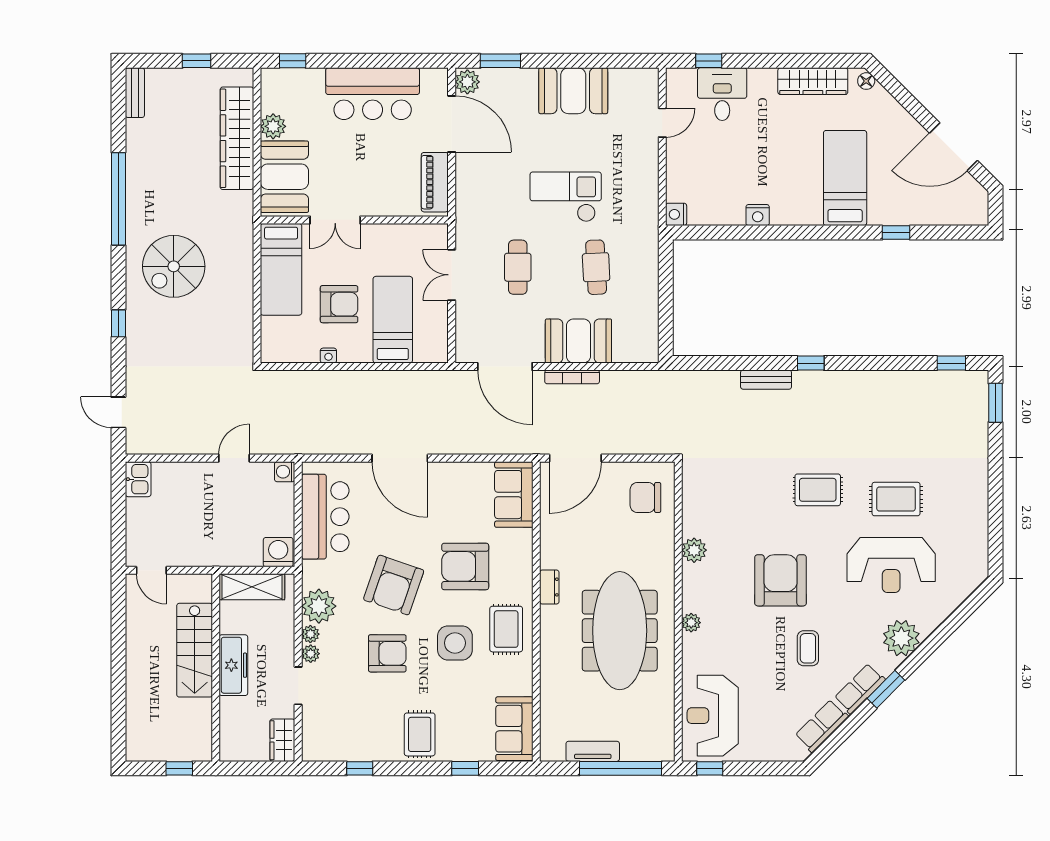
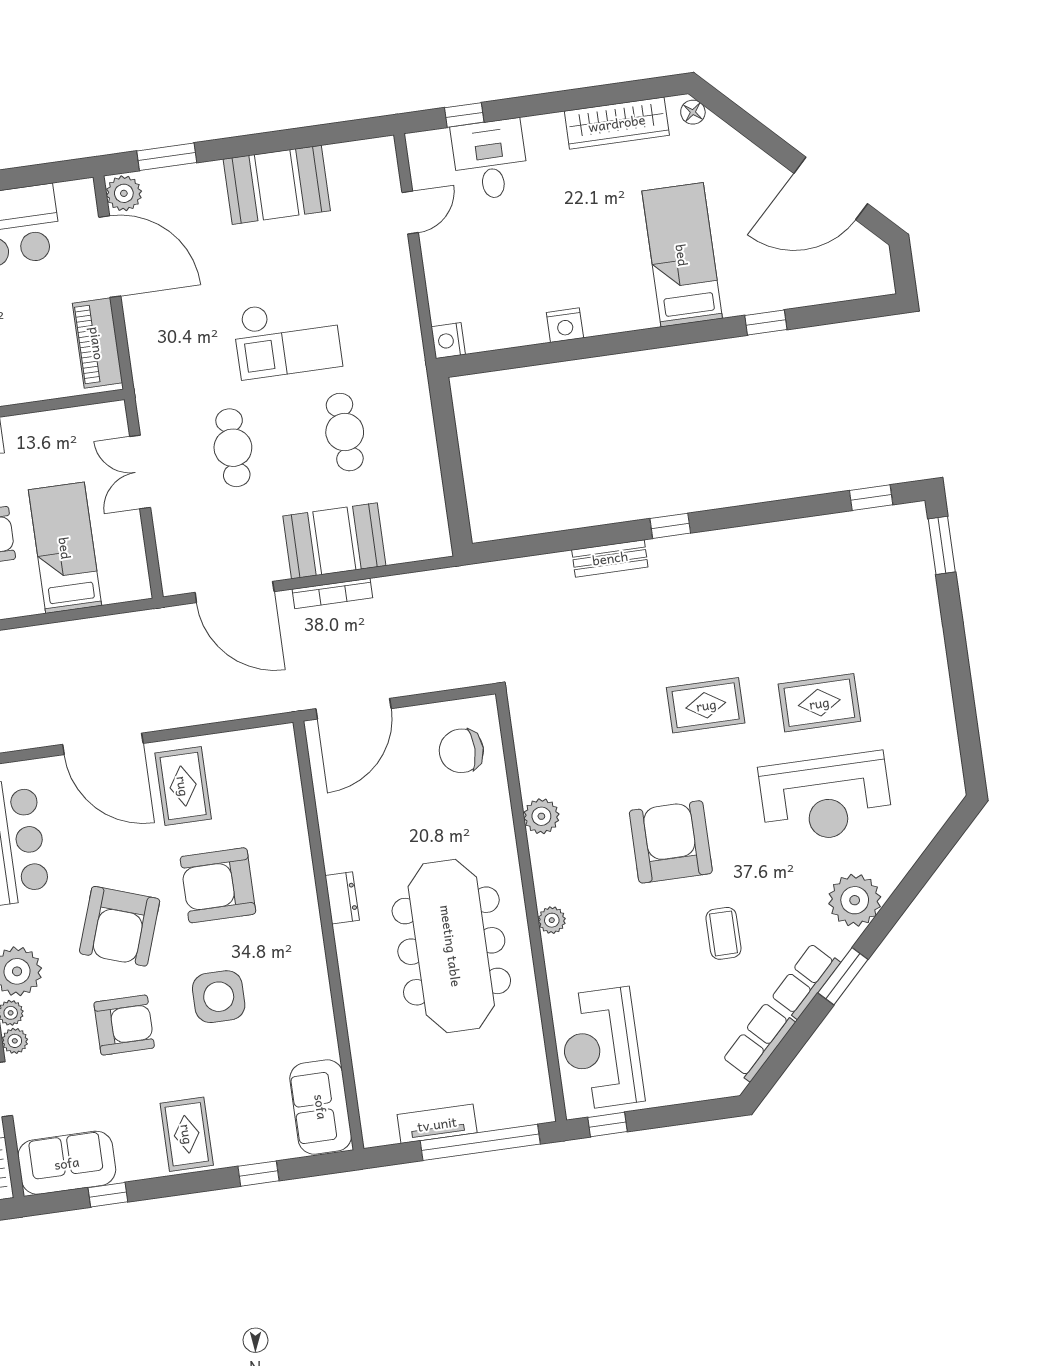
checkout: (566, 197) -> (287, 338), turned 180
sofa: (514, 495) -> (67, 1163), moved, turned 90
rug: (506, 629) -> (183, 786), moved

